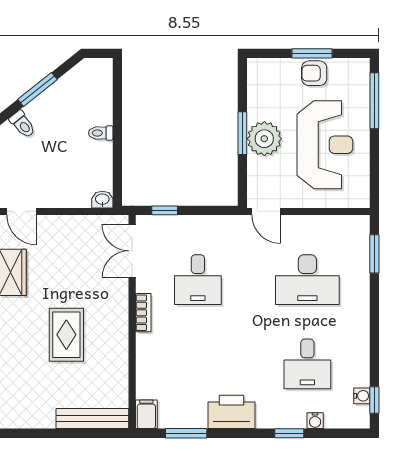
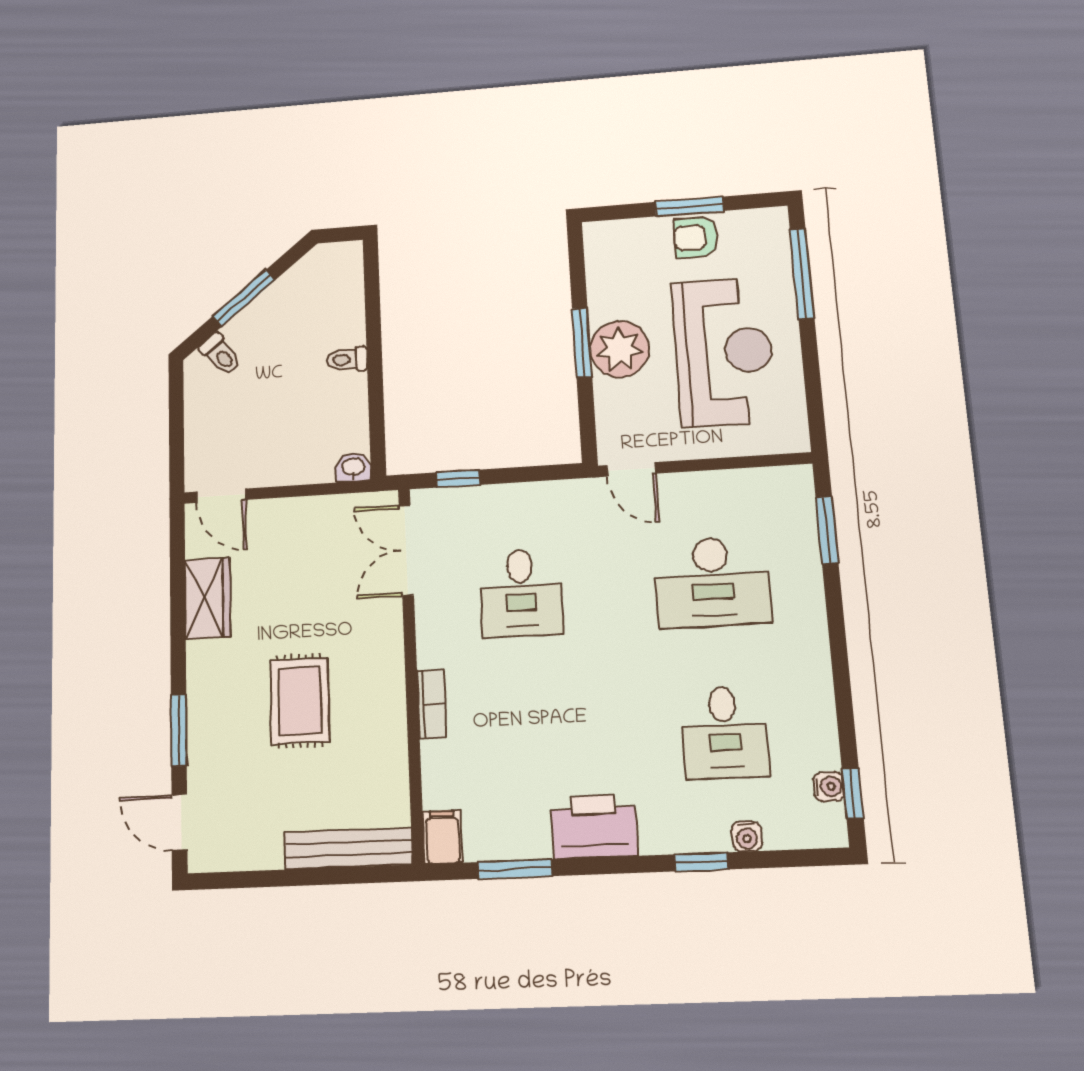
bookcase: (143, 313) -> (432, 704), moved

